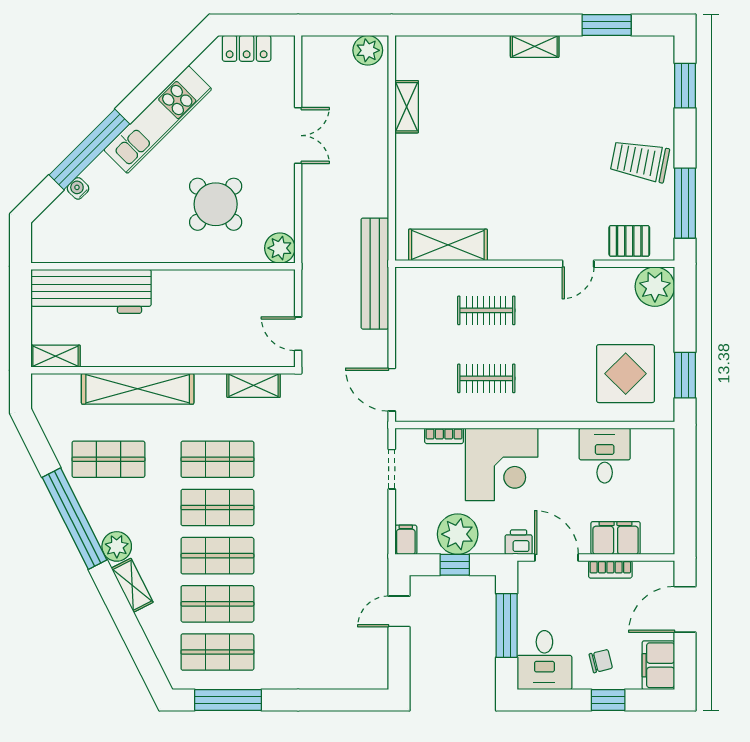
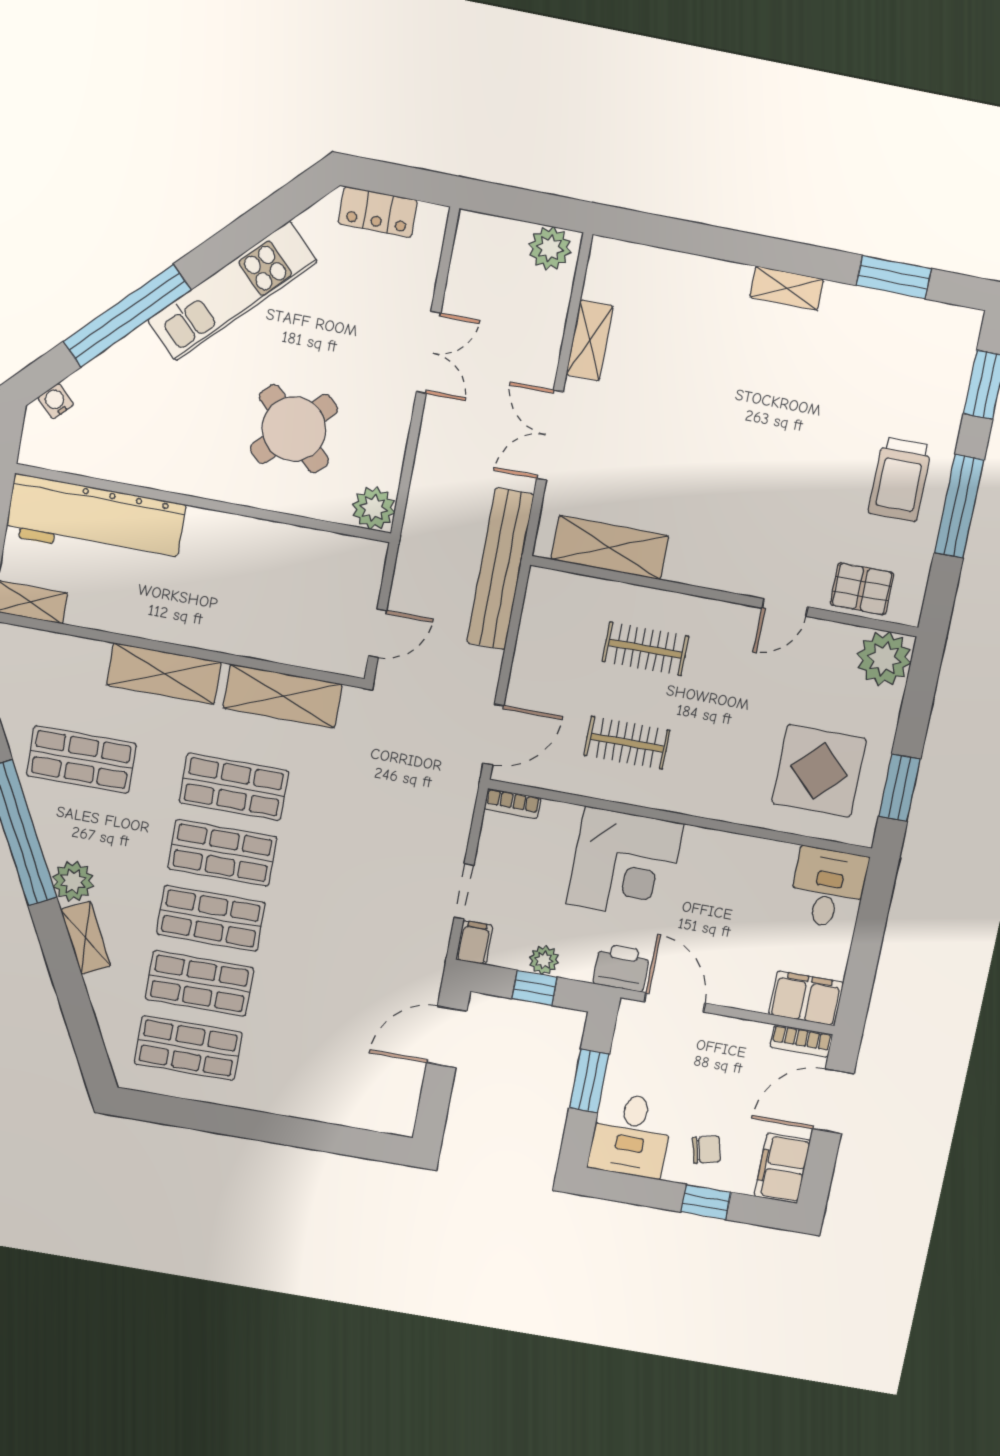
trolley: (640, 161) -> (900, 479), turned -101
double door: (392, 176) -> (550, 435), added
water cooler: (78, 188) -> (56, 401), moved
window: (685, 203) -> (959, 506), moved
door: (298, 334) -> (378, 633), swing flipped
shelving: (254, 385) -> (283, 696), width x1.50, depth x1.33
shelving: (138, 389) -> (164, 674), width x0.68
door: (392, 390) -> (493, 734), swing flipped
bookcase: (444, 436) -> (513, 804), moved
desk: (605, 456) -> (828, 888), moved
doorway: (392, 469) -> (464, 891), moved
plant: (458, 534) -> (544, 960), width x0.53, depth x0.53
filing cabinet: (616, 538) -> (806, 998), moved
printer: (519, 542) -> (621, 968), width x1.36, depth x1.24
bookcase: (610, 569) -> (801, 1041), moved
door: (399, 611) -> (447, 1037), width x1.38
window: (507, 626) -> (589, 1081), width x0.69
window: (228, 700) -> (192, 1114), removed

